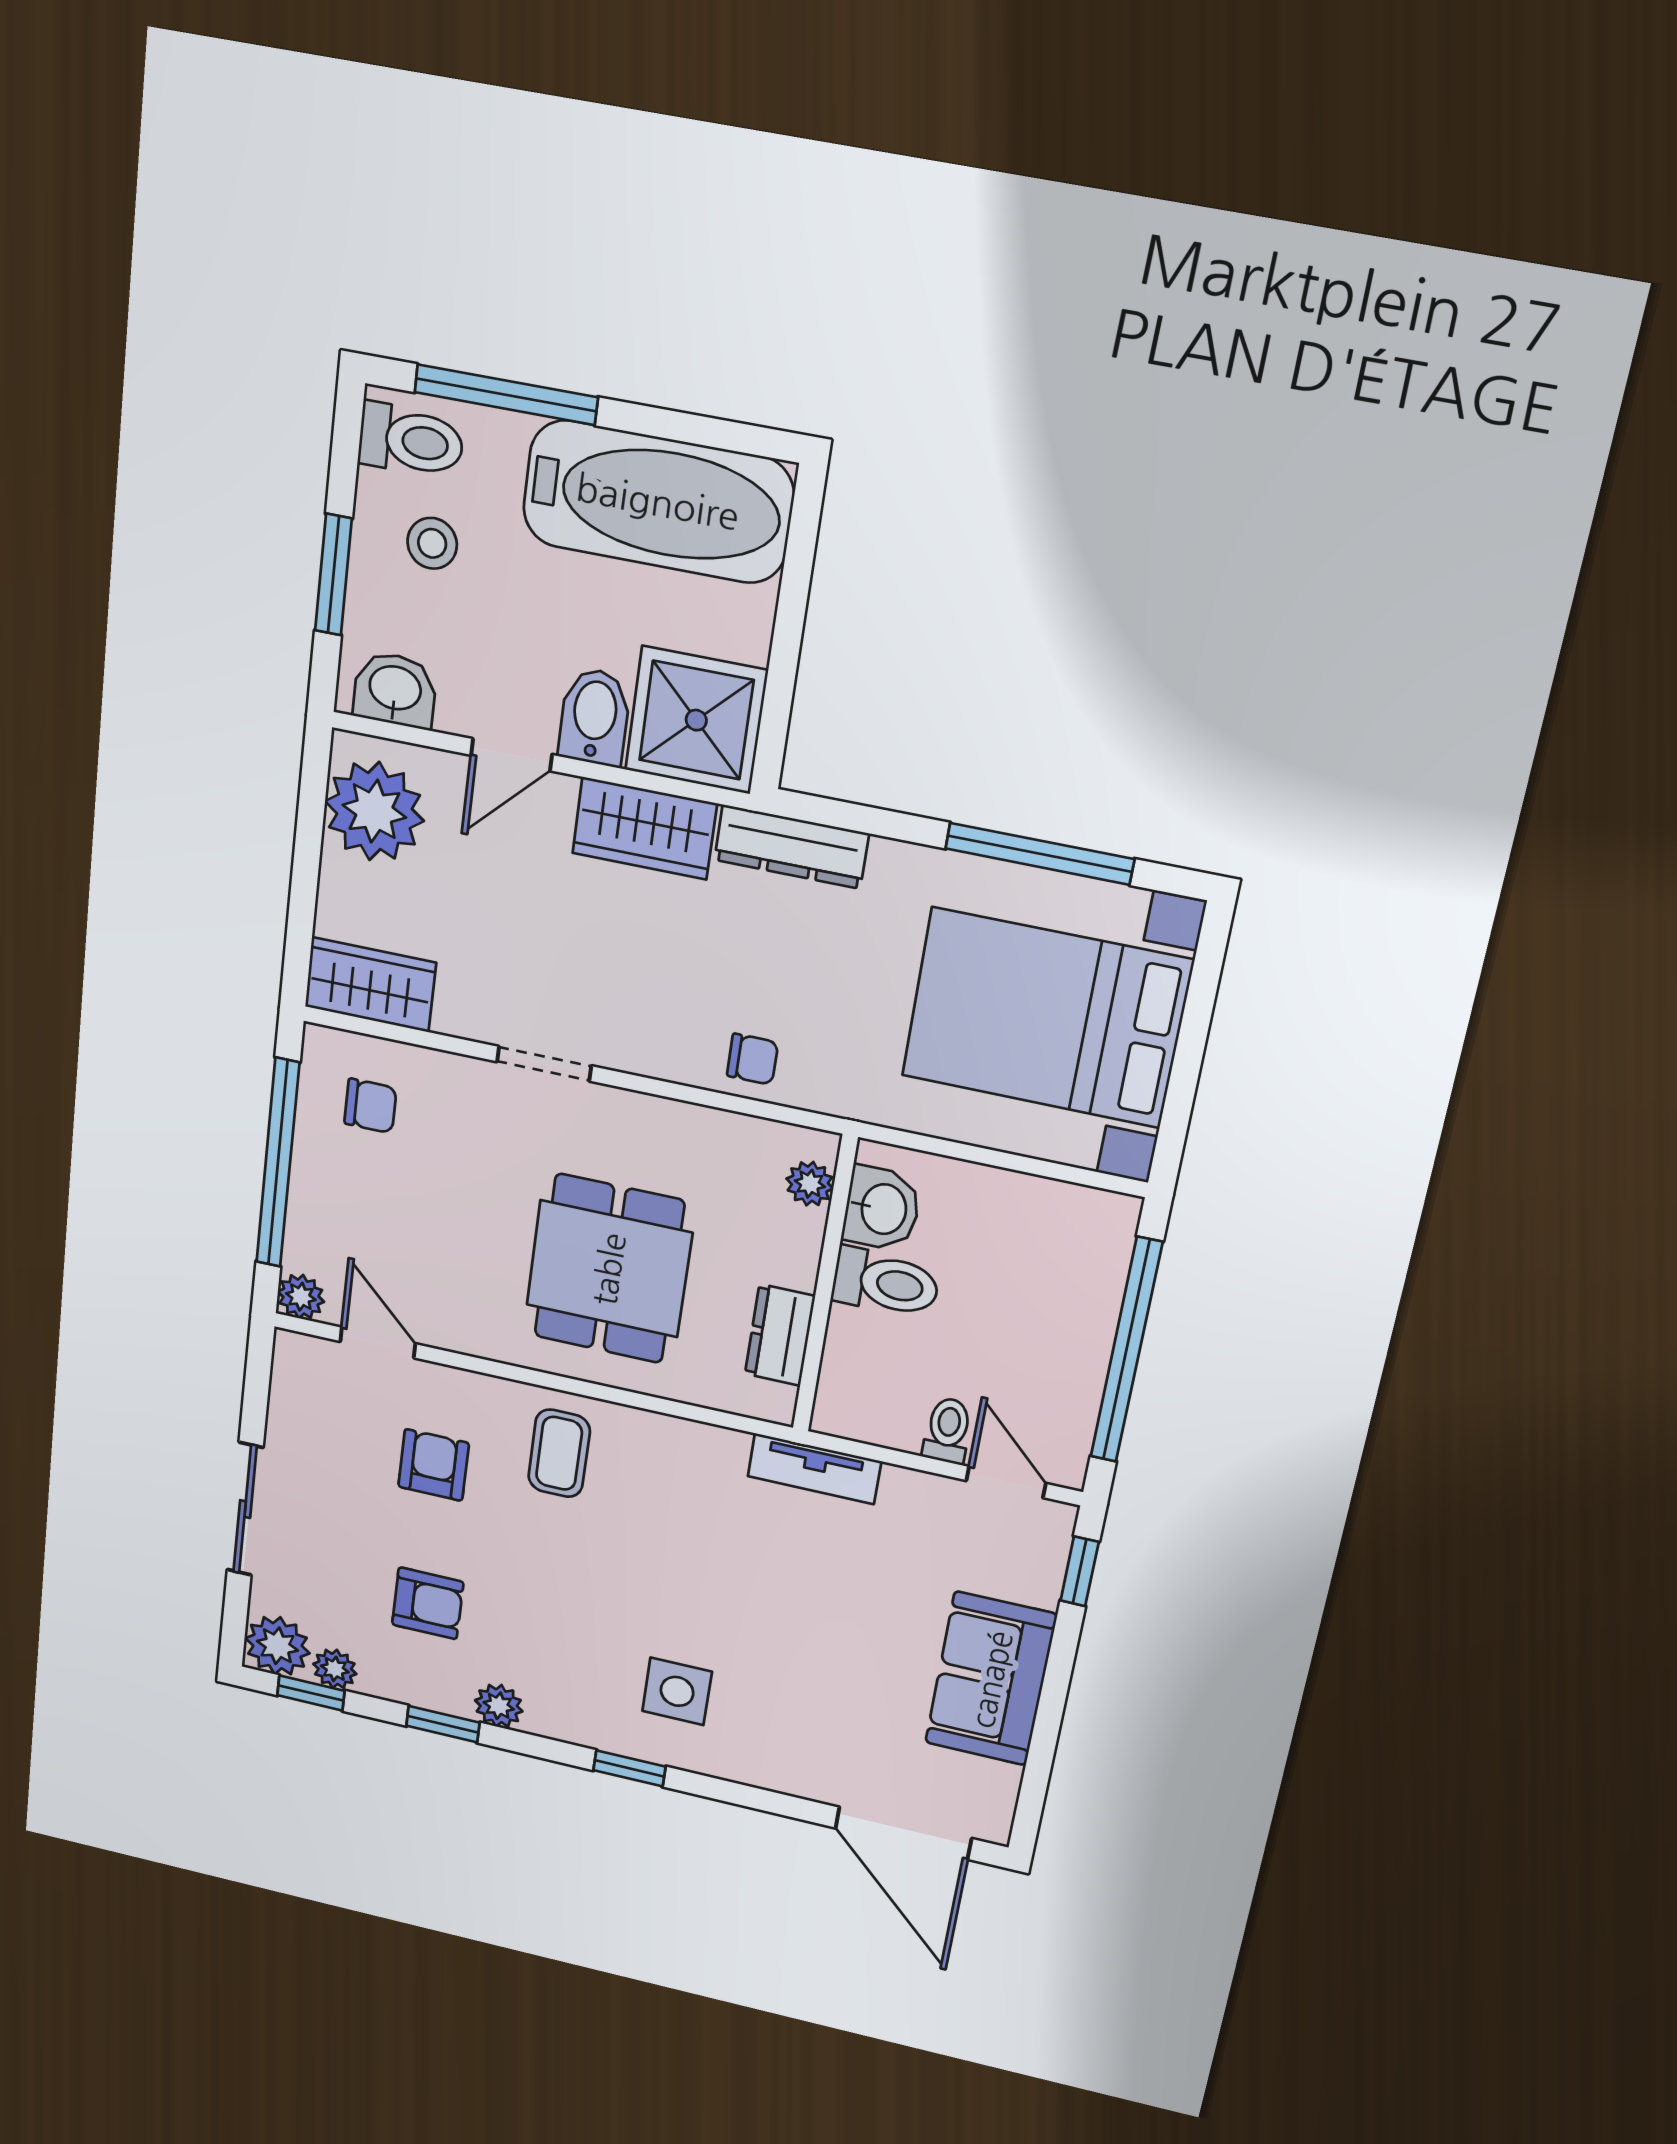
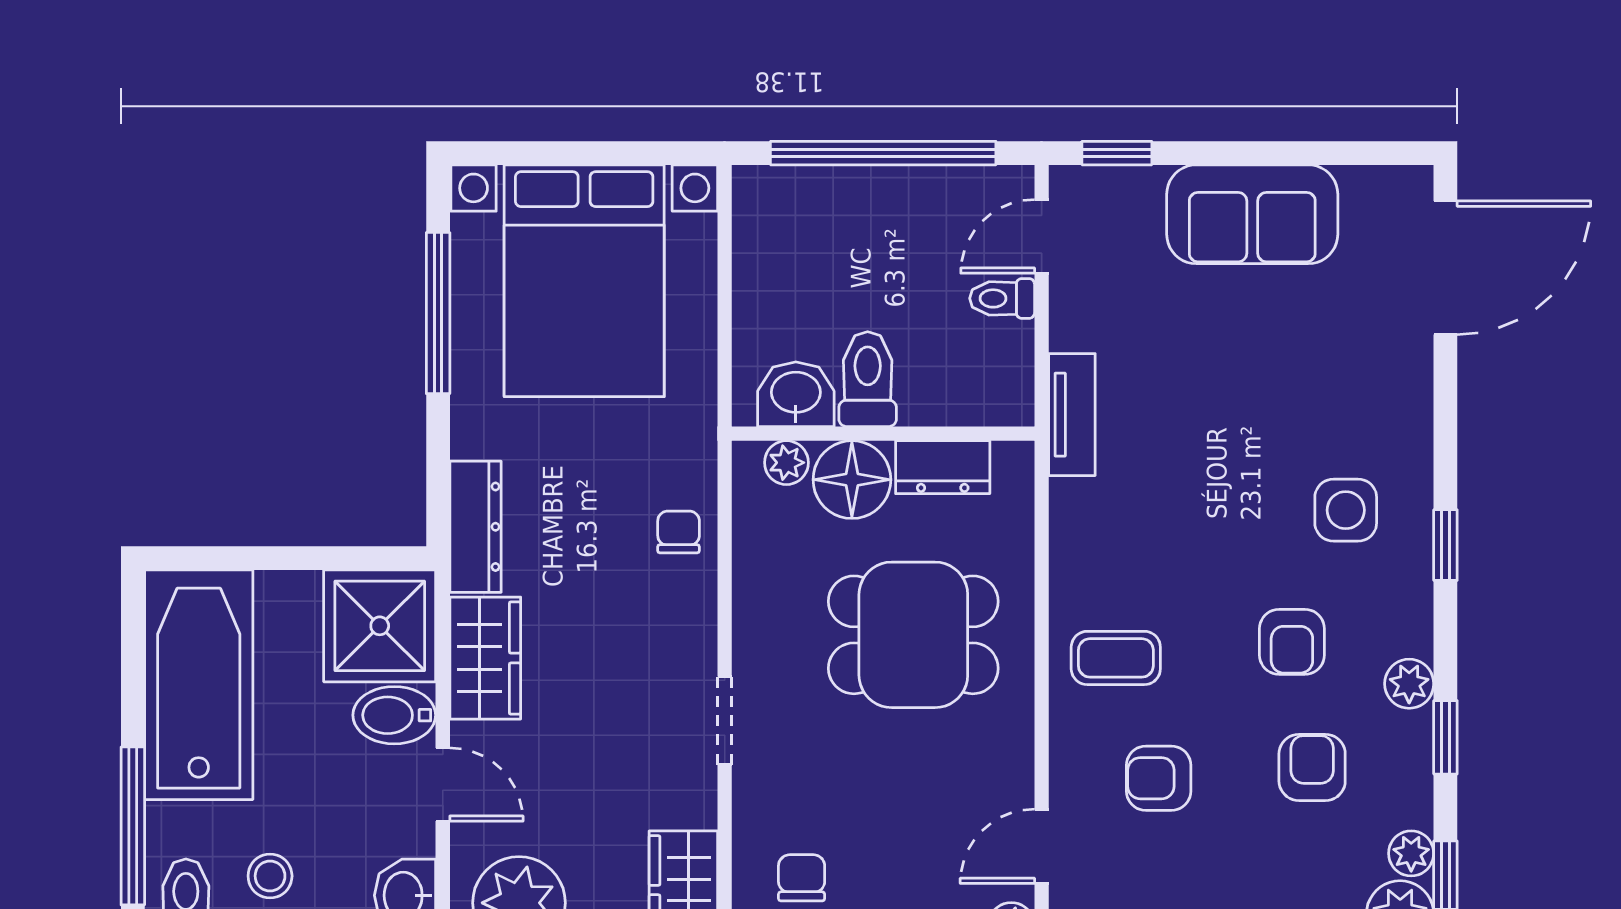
floor lamp: (781, 1244) -> (852, 480), added
armchair: (553, 1614) -> (1292, 642), added

